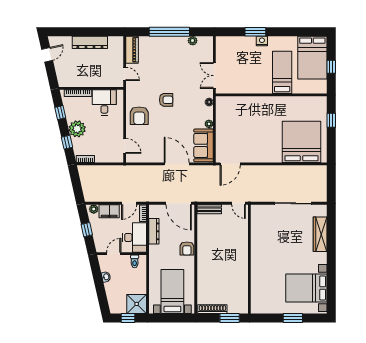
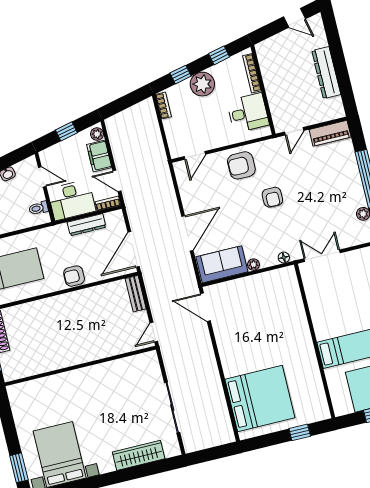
window: (293, 318) -> (19, 468), moved

